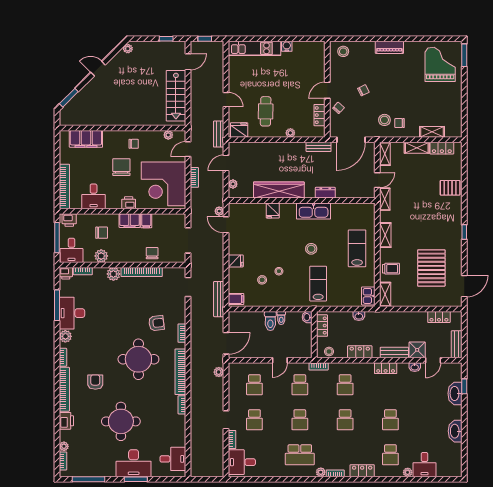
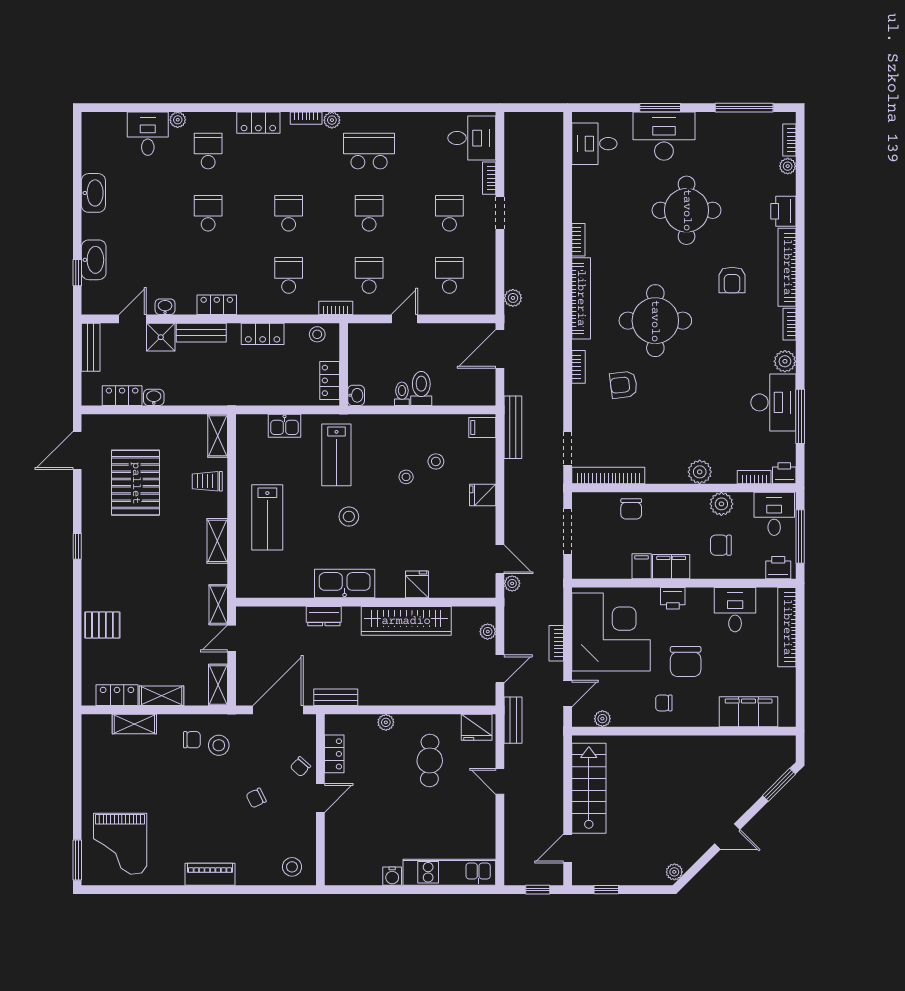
bookcase: (142, 272) -> (608, 476), moved
kitchen sink: (368, 296) -> (285, 426), moved, turned 90
washbasin: (359, 316) -> (154, 397), moved

